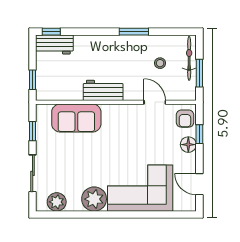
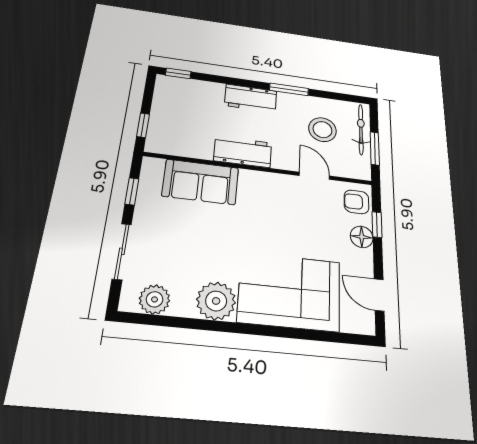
workbench: (54, 44) -> (251, 98), moved
stool: (160, 63) -> (322, 130), width x1.89, depth x1.89
armchair: (185, 119) -> (356, 202), turned 90

